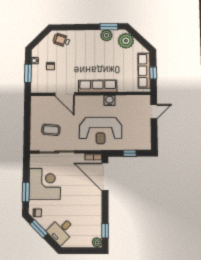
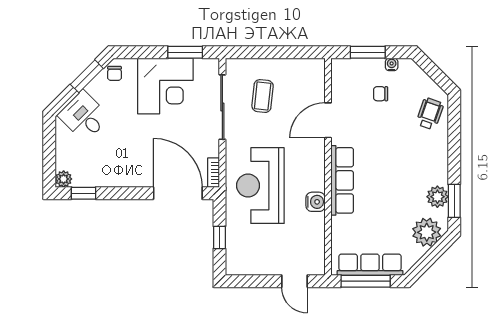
window: (153, 73) -> (366, 281), width x2.17
door: (105, 177) -> (178, 193), hinge flipped
window: (26, 192) -> (185, 52), moved

